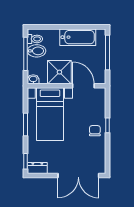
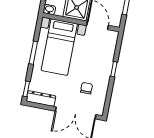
chair: (95, 131) -> (87, 88), moved
dresser: (37, 168) -> (41, 99), width x1.44

